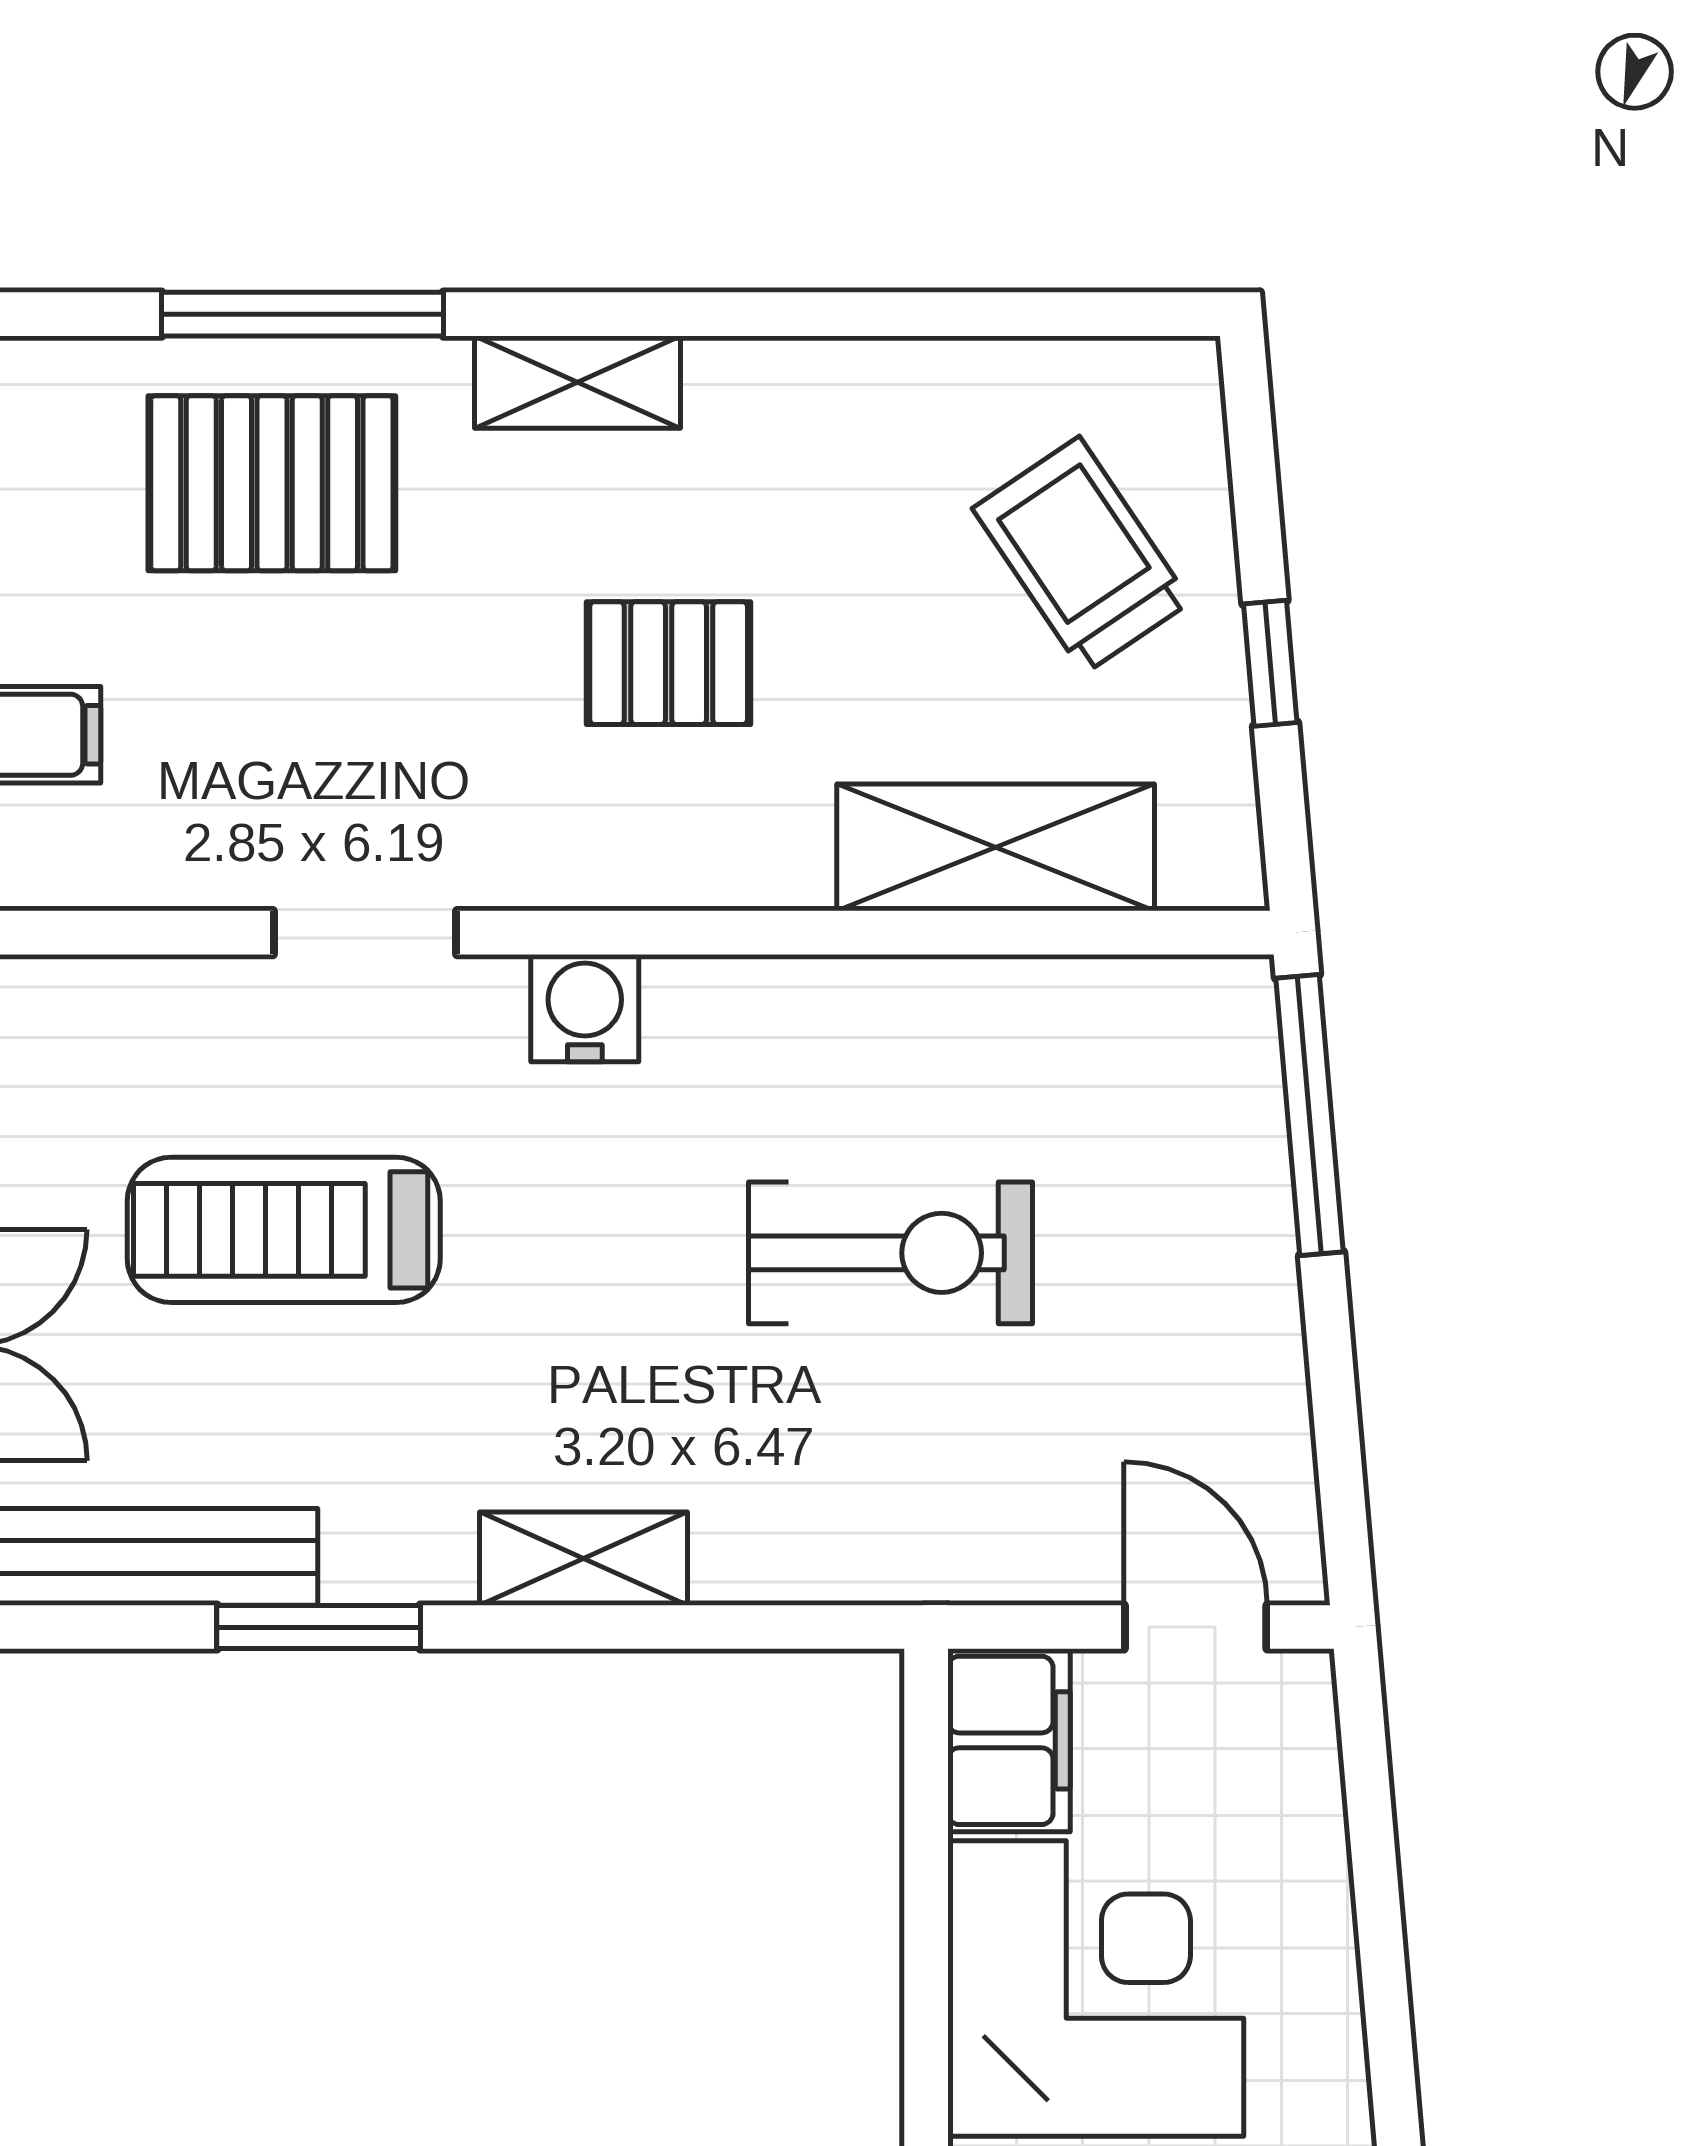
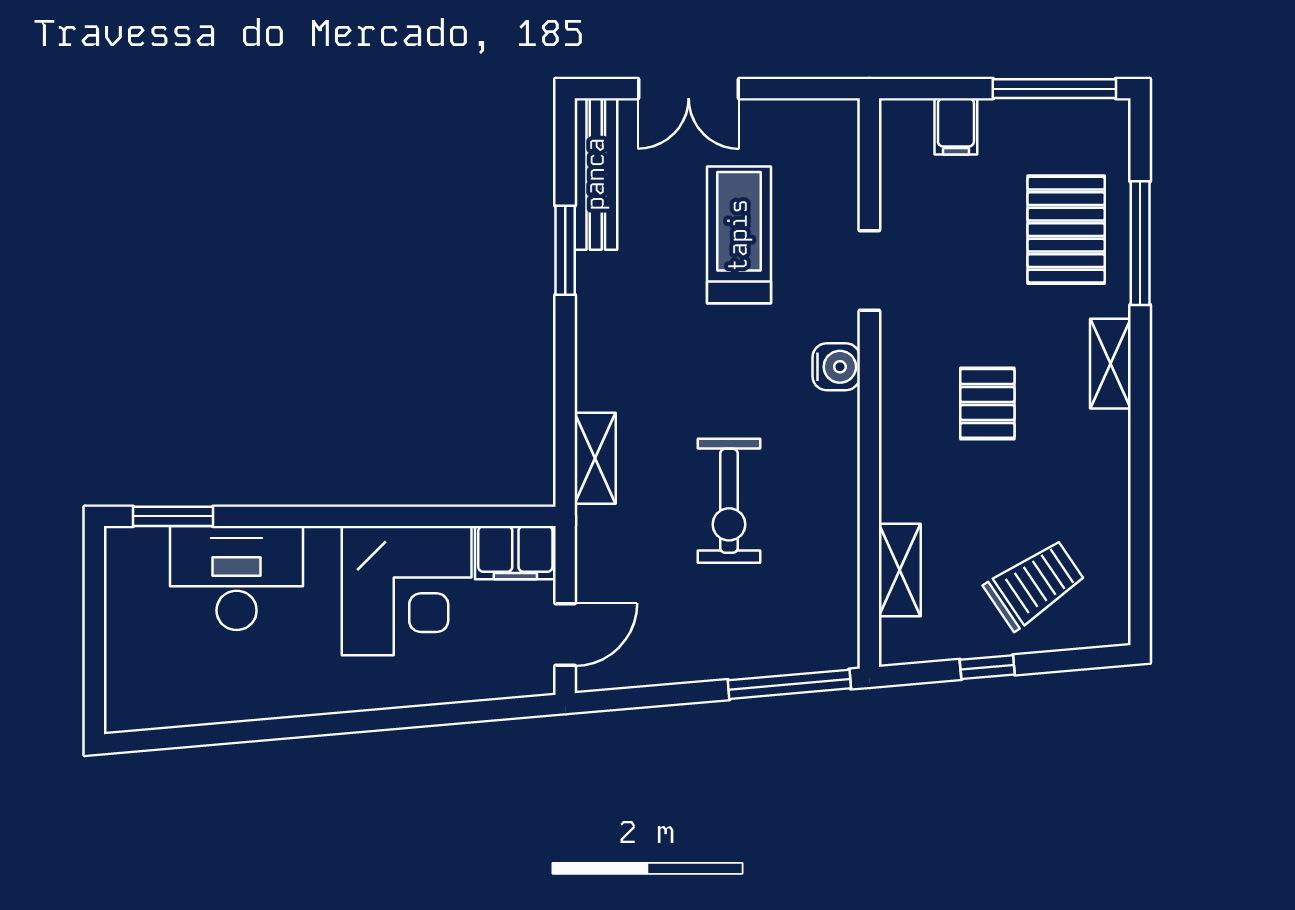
shelving: (996, 847) -> (900, 570), width x0.67, depth x0.75
shelving: (584, 1559) -> (595, 458), moved

